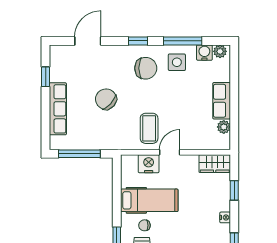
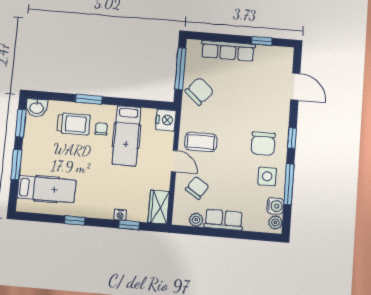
chair: (106, 99) -> (199, 91), moved
chair: (193, 128) -> (197, 188), added
nightstand: (149, 164) -> (166, 120), moved
nightstand: (225, 217) -> (120, 215), moved

